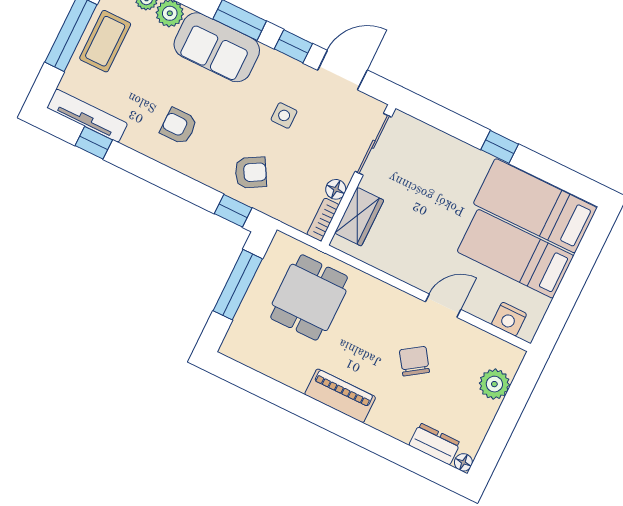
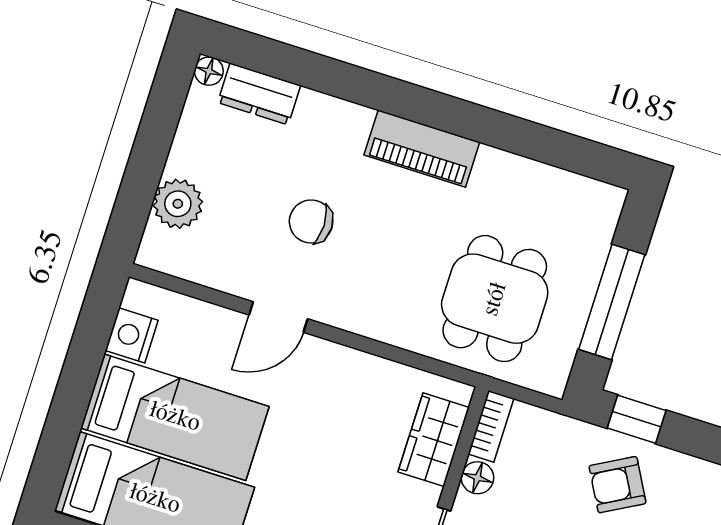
nightstand: (509, 319) -> (132, 335), moved, turned -90
chair: (414, 361) -> (311, 221), turned 124

